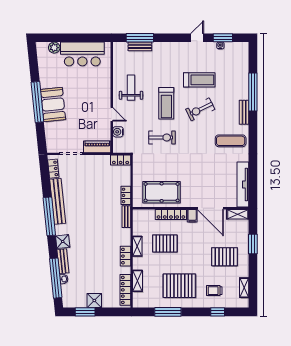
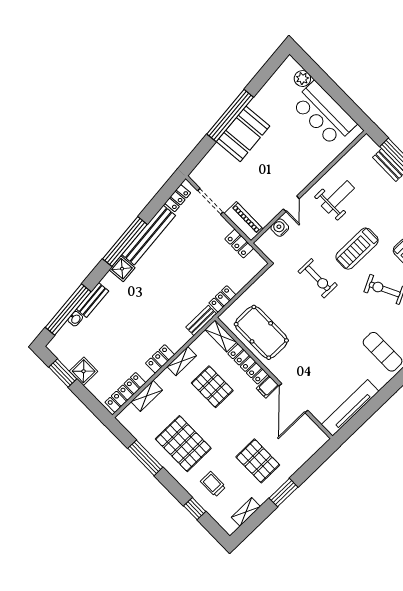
locker: (121, 160) -> (239, 244), moved
shelving: (238, 214) -> (221, 336), moved
shower: (63, 242) -> (122, 269), moved
window: (253, 244) -> (284, 493), moved

